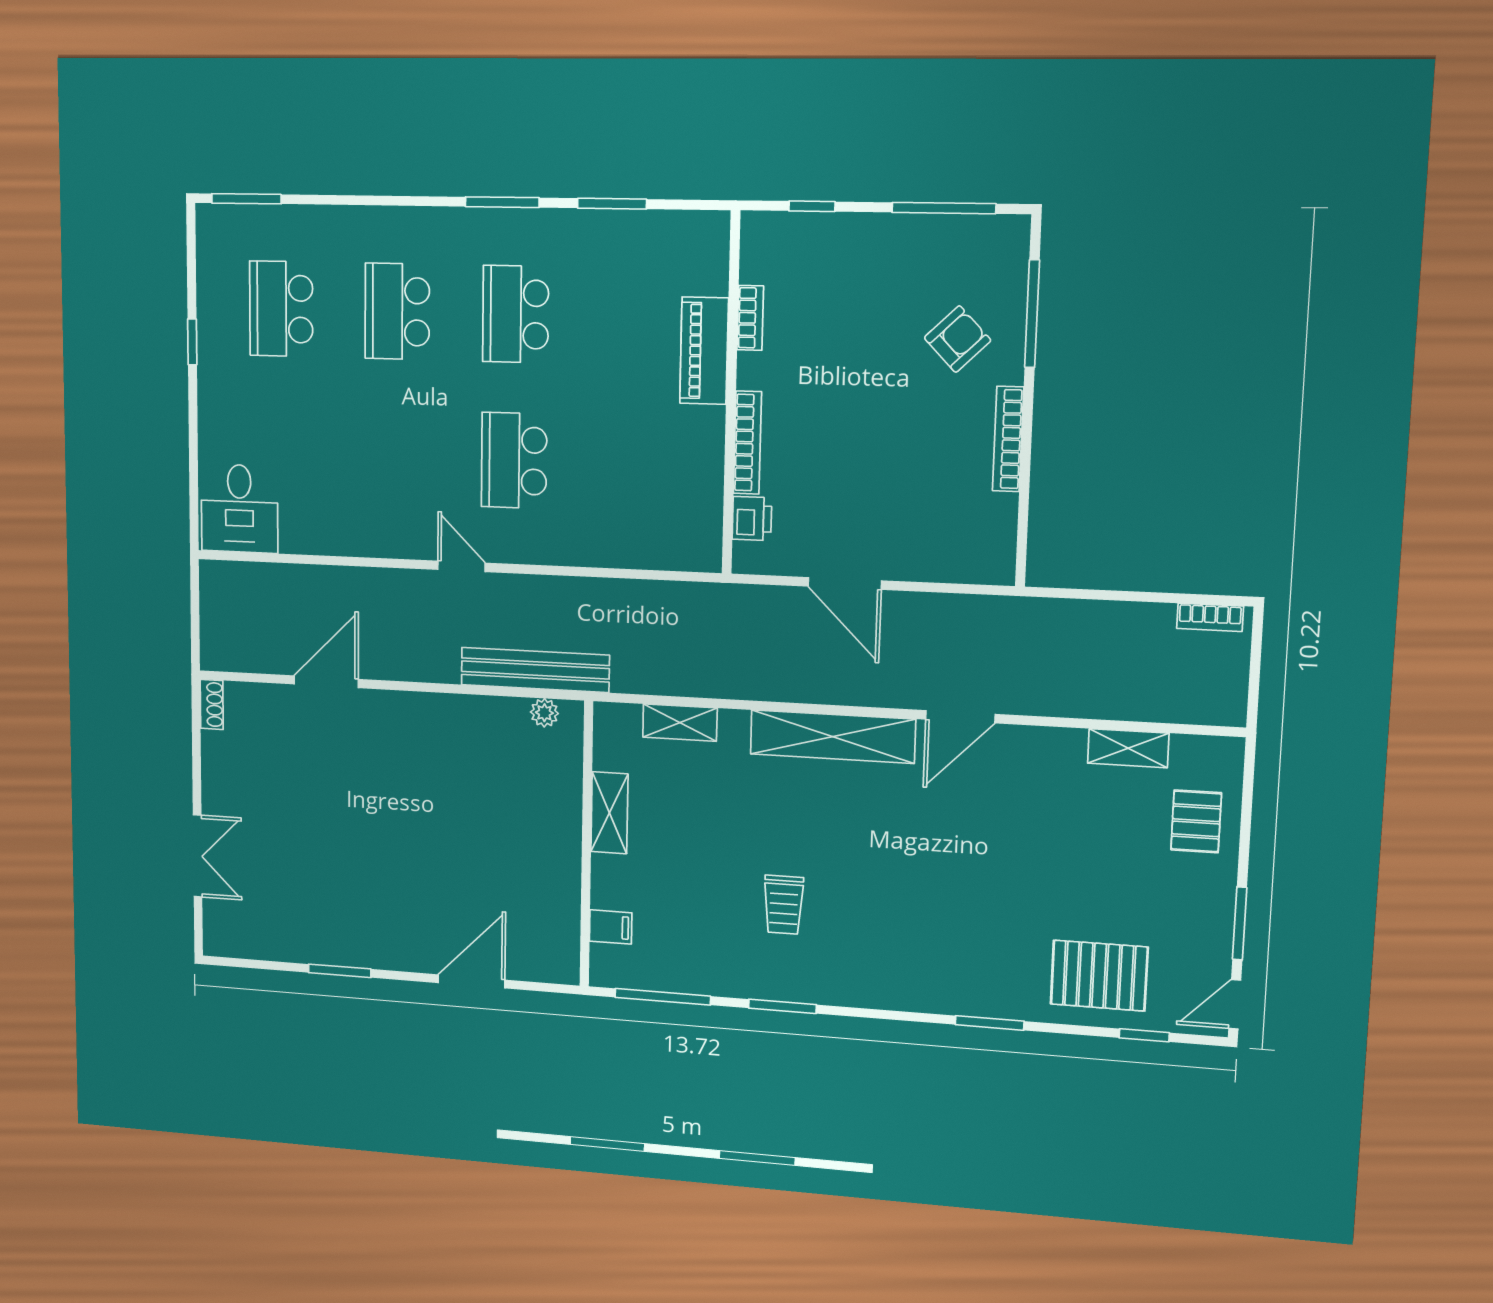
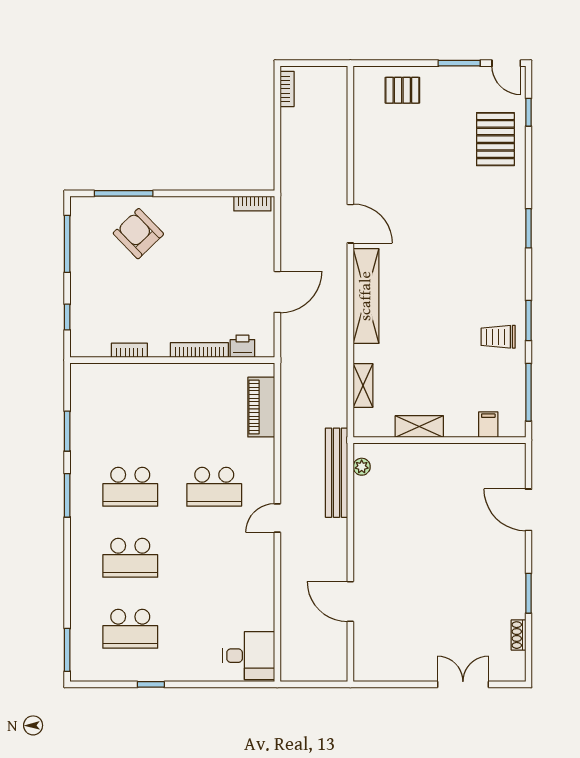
armchair: (958, 339) -> (138, 234), width x1.38, depth x1.38
piano: (704, 351) -> (261, 407), moved, turned 90
bookcase: (1008, 439) -> (252, 204), moved, width x0.64
shoe rack: (212, 704) -> (518, 635), moved, turned -90
shelving: (1128, 748) -> (363, 129), removed
trolley: (784, 905) -> (498, 337), moved, turned 180
window: (990, 1023) -> (528, 228), moved

